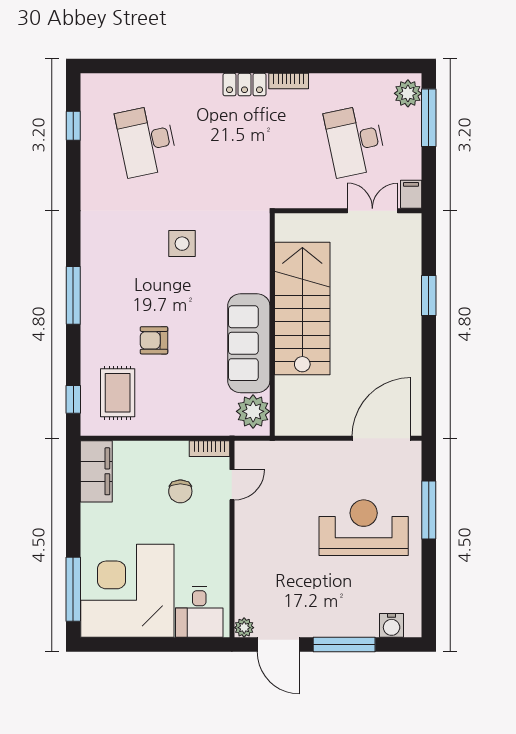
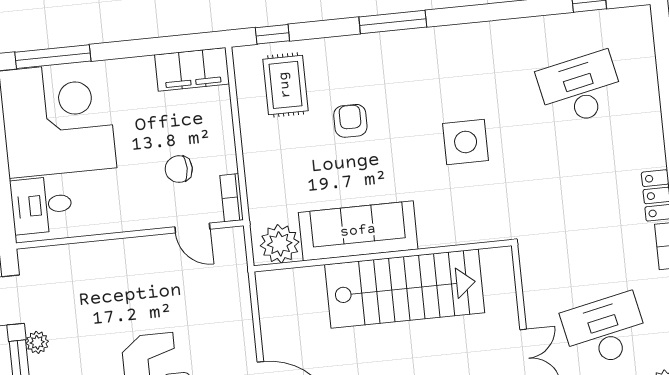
side table: (182, 244) -> (466, 142), width x1.37, depth x1.37
rug: (118, 393) -> (285, 85), turned 90
plant: (244, 628) -> (37, 342), moved

